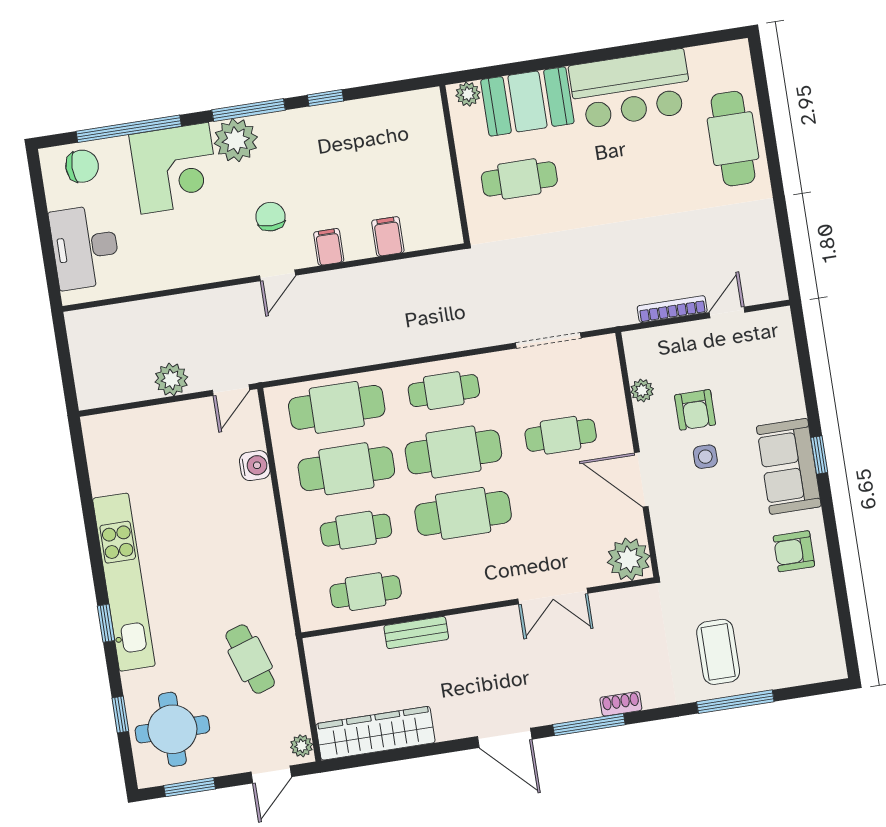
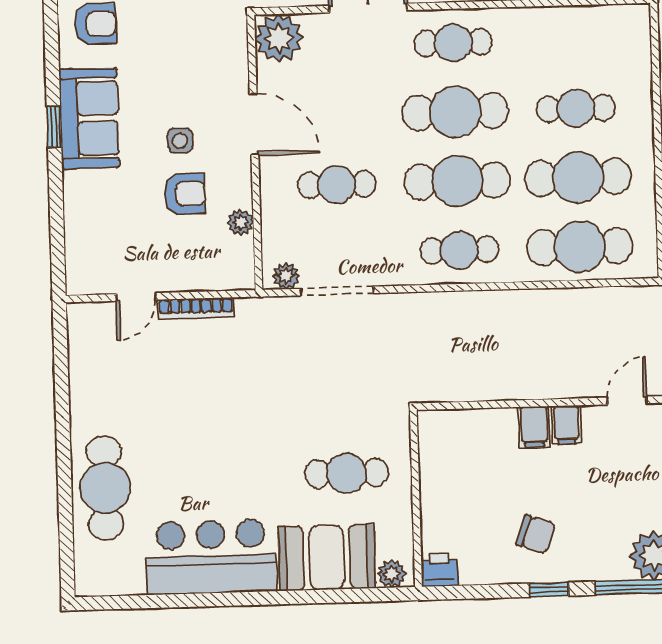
printer: (426, 103) -> (439, 570), added
chair: (270, 217) -> (536, 534), moved, turned -70
filing cabinet: (388, 236) -> (534, 427), moved
plant: (595, 348) -> (286, 276), added
armchair: (695, 410) -> (185, 194), turned 90
cafe table: (366, 592) -> (453, 43), moved

